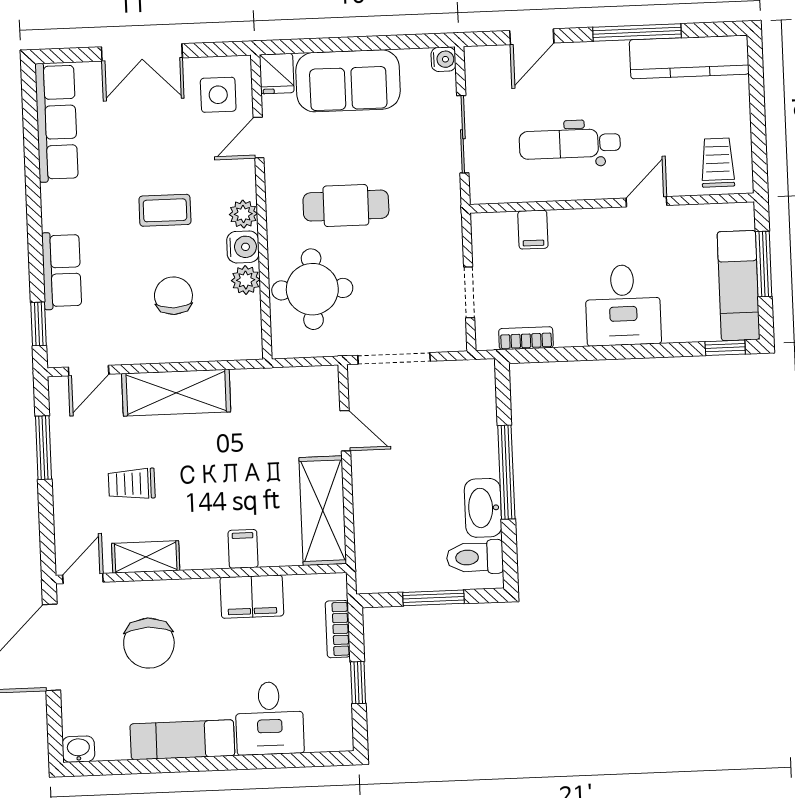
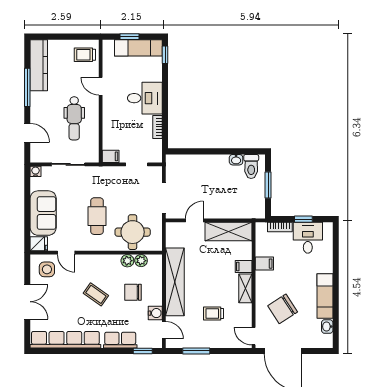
row of seats: (57, 122) -> (65, 340), width x1.36
coffee table: (165, 210) -> (96, 294), turned -55
plant: (243, 214) -> (141, 261), moved
filing cabinet: (533, 230) -> (111, 156), moved
water cooler: (243, 247) -> (155, 313), moved, turned 90
window: (764, 264) -> (129, 37), width x0.67
bookcase: (526, 338) -> (157, 127), moved
shelving: (176, 393) -> (175, 282), width x1.47
window: (506, 472) -> (215, 151), removed
trolley: (132, 484) -> (214, 313), turned 90
washbasin: (483, 508) -> (236, 160), width x0.52, depth x0.69
shelving: (146, 557) -> (245, 288), moved
filing cabinet: (252, 597) -> (264, 264), width x0.50
chair: (149, 643) -> (283, 309), turned 147
desk: (269, 718) -> (308, 238), moved, turned -90
washbasin: (78, 749) -> (327, 327), moved

